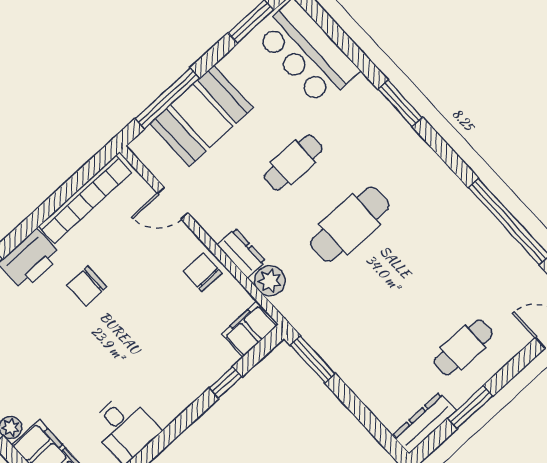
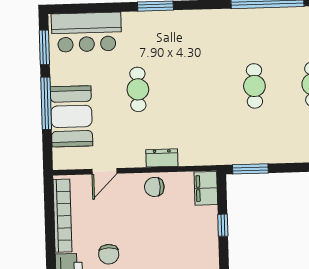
window: (167, 98) -> (46, 103), moved
cafe table: (350, 224) -> (254, 86), moved, width x0.73, depth x0.74
plant: (270, 281) -> (189, 155), removed

